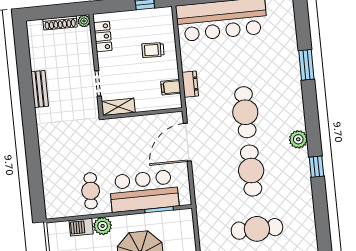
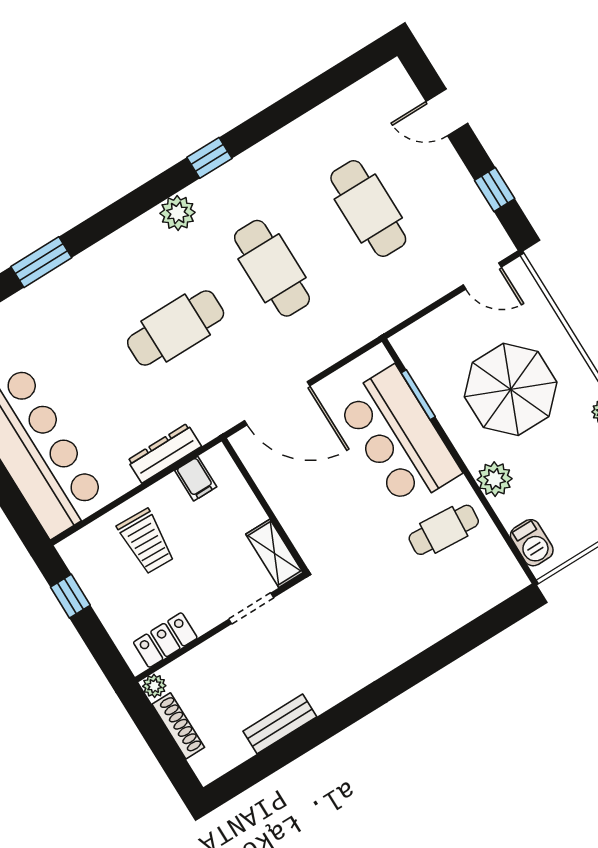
trolley: (153, 50) -> (146, 541), width x1.36, depth x1.39
dresser: (190, 84) -> (164, 453), width x1.44
bench: (40, 89) -> (280, 724), moved
cafe table: (251, 171) -> (272, 268), turned 90
barbecue: (81, 227) -> (532, 543), moved

